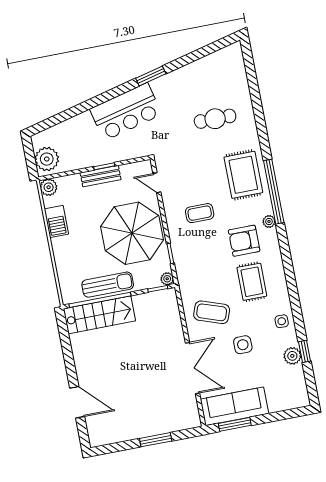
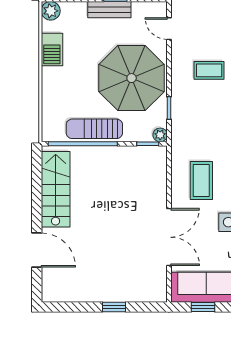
sun lounger: (108, 285) -> (94, 129), turned 180
coffee table: (212, 312) -> (201, 181), turned 71
stairs: (99, 315) -> (56, 189), moved, turned -90
window: (235, 424) -> (203, 307), width x0.67
window: (156, 440) -> (114, 307), width x0.67

